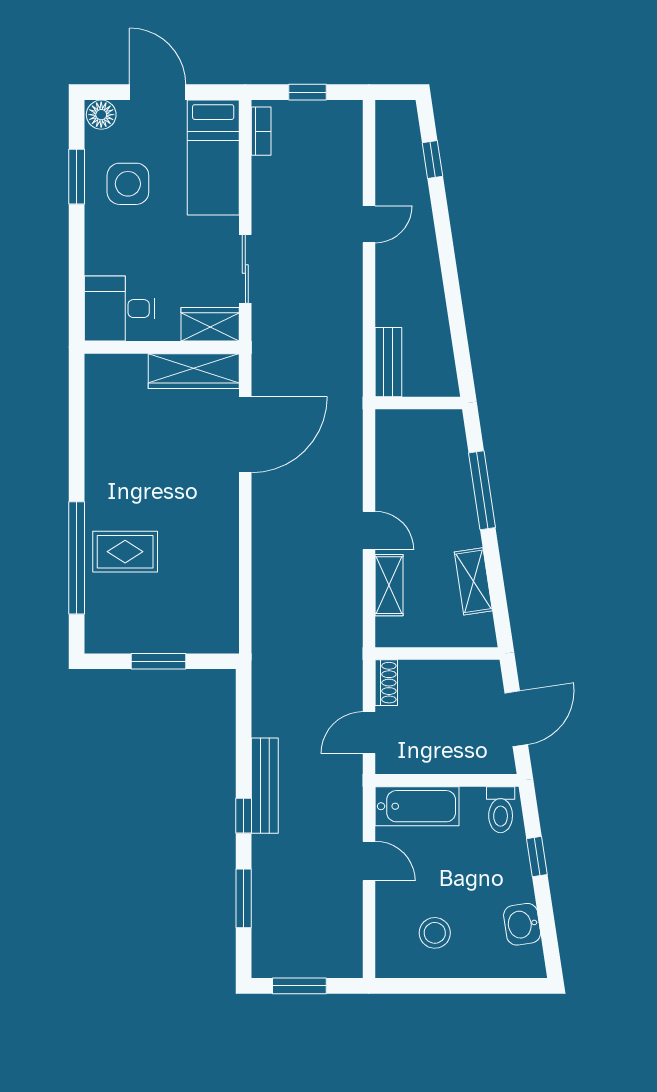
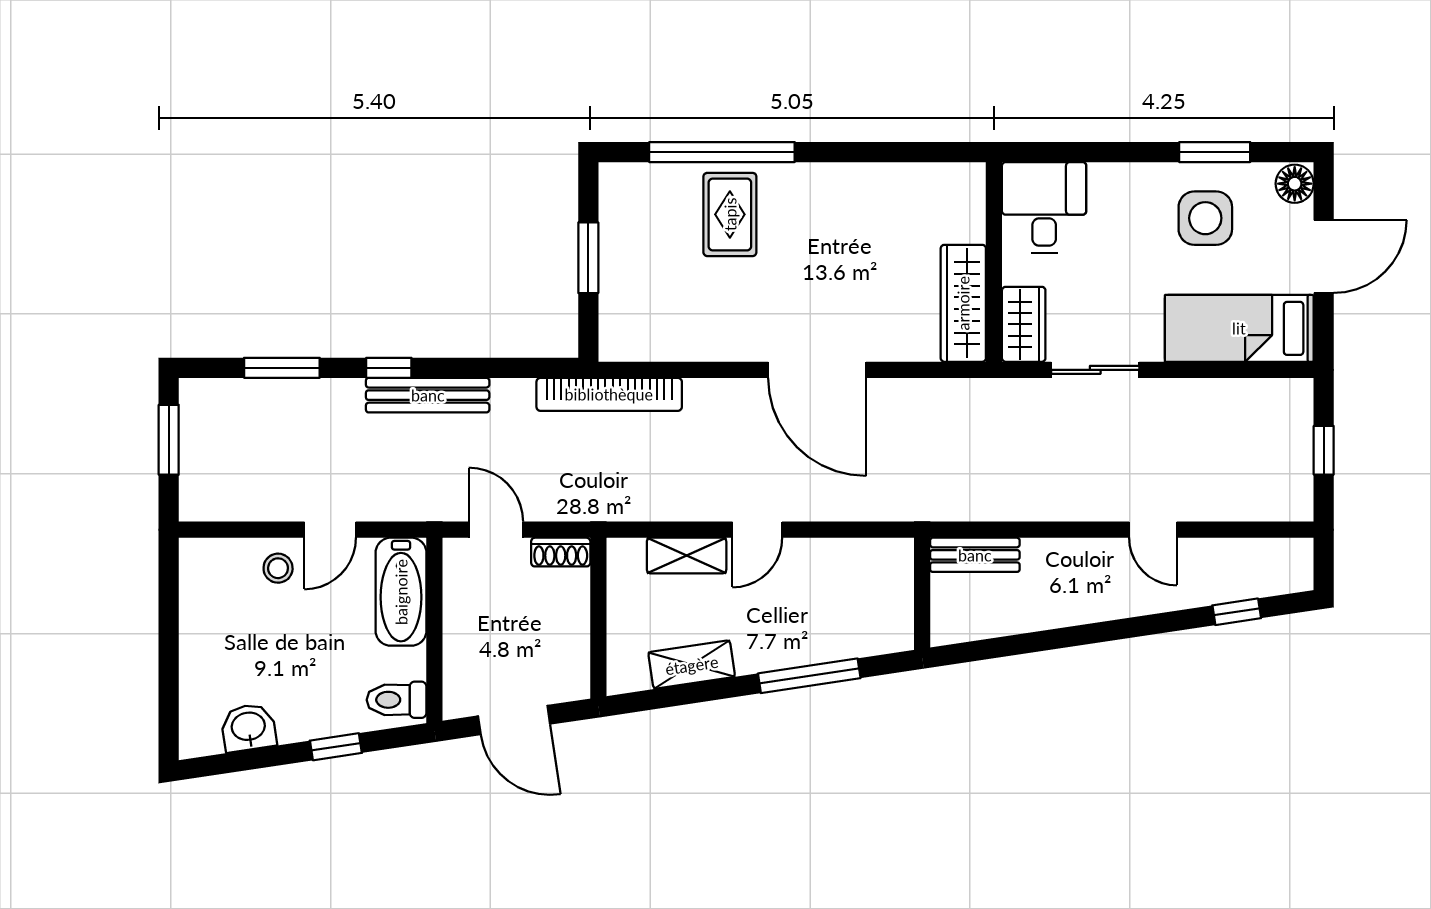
bookcase: (261, 131) -> (609, 394), moved, width x2.31, depth x1.31
door: (245, 435) -> (817, 370), moved
stool: (435, 933) -> (278, 568), moved, width x0.73, depth x0.73

